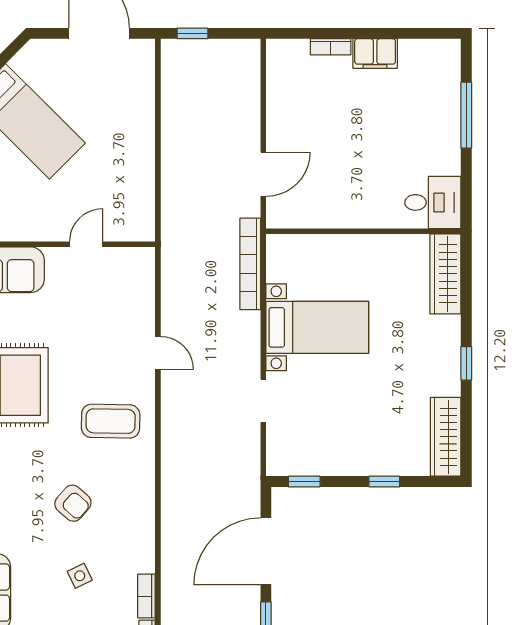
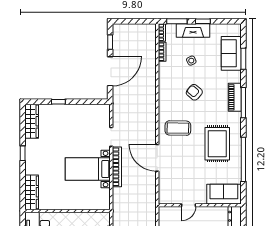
bookcase: (250, 264) -> (117, 167), moved
door: (158, 353) -> (157, 158), width x1.88
window: (304, 482) -> (93, 102), removed

